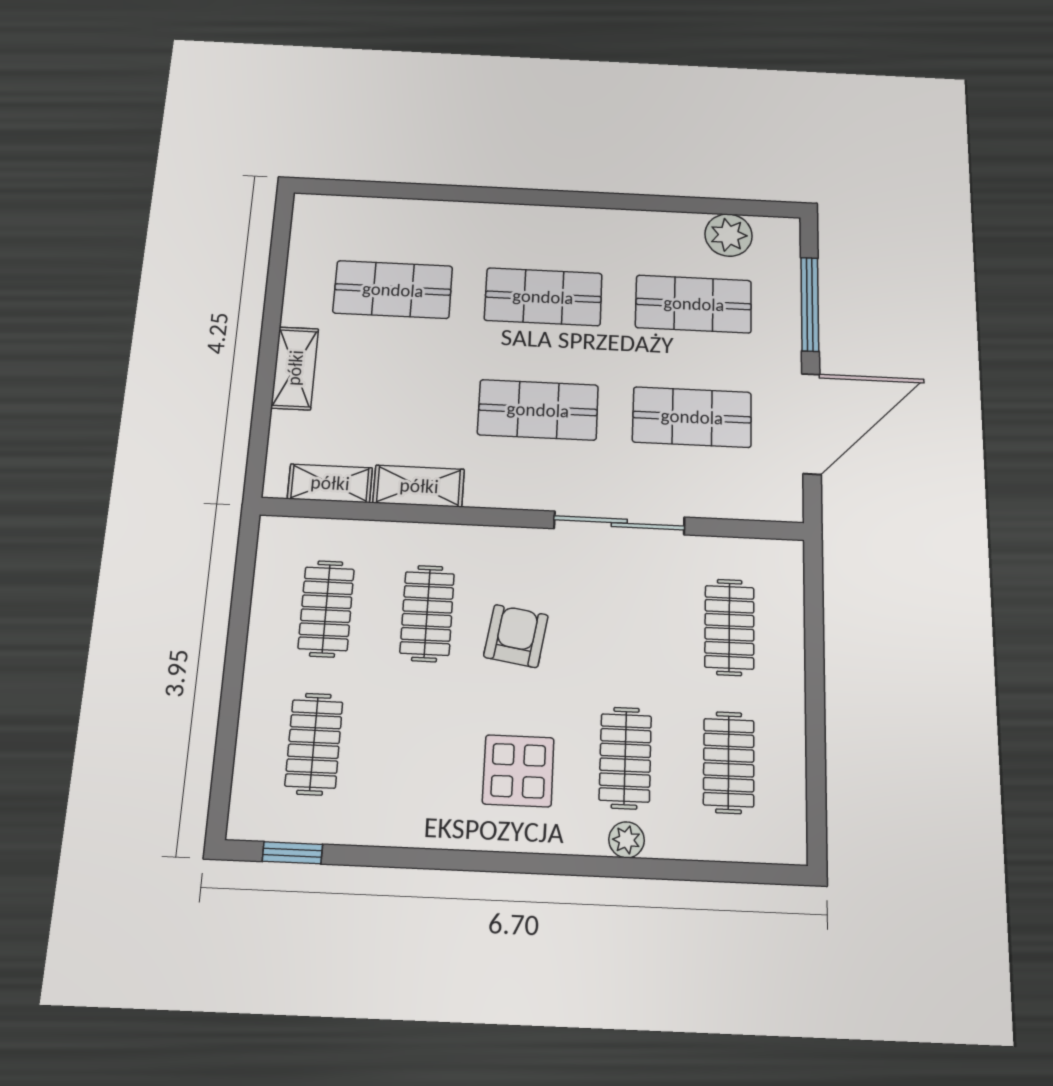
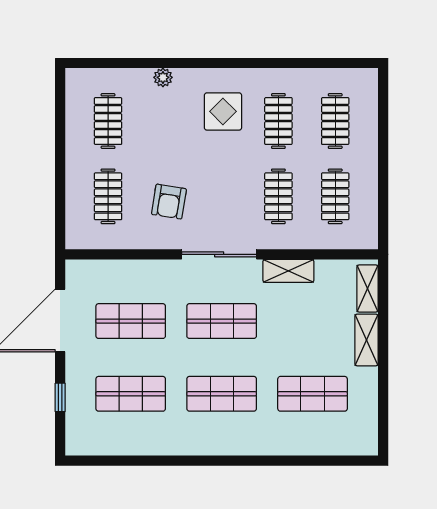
plant: (729, 235) -> (110, 441), removed
window: (810, 304) -> (60, 397), width x0.46
shelving: (330, 483) -> (368, 289), moved, turned 90
sliding door: (619, 523) -> (219, 254), moved
armchair: (516, 636) -> (169, 202), moved
clothes rail: (625, 758) -> (278, 121), moved
window: (292, 853) -> (341, 63), removed

